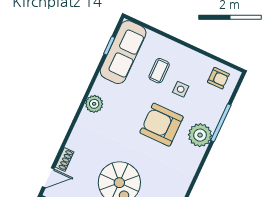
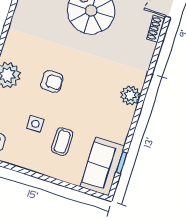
sofa: (123, 52) -> (102, 166), width x0.73
armchair: (162, 125) -> (52, 81), width x0.53, depth x0.53

